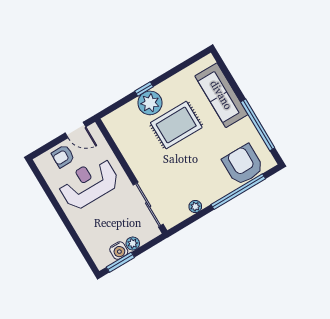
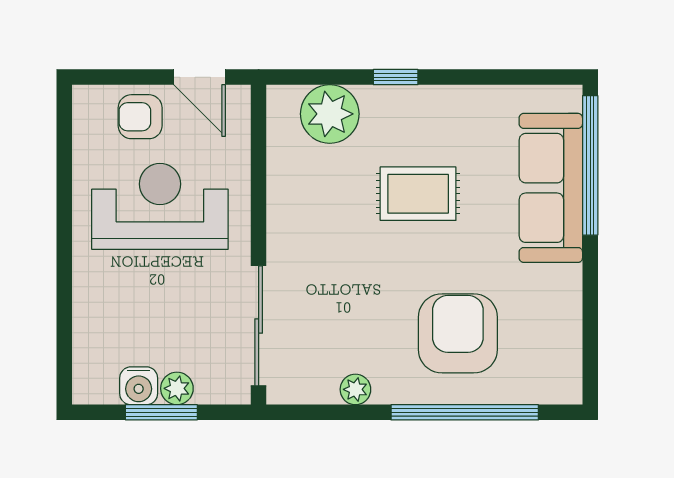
plant: (150, 103) -> (330, 114), moved
rug: (176, 125) -> (418, 194), width x0.73, depth x0.70
window: (258, 125) -> (590, 165), moved
armchair: (243, 165) -> (458, 333), moved
window: (120, 262) -> (161, 412), moved

